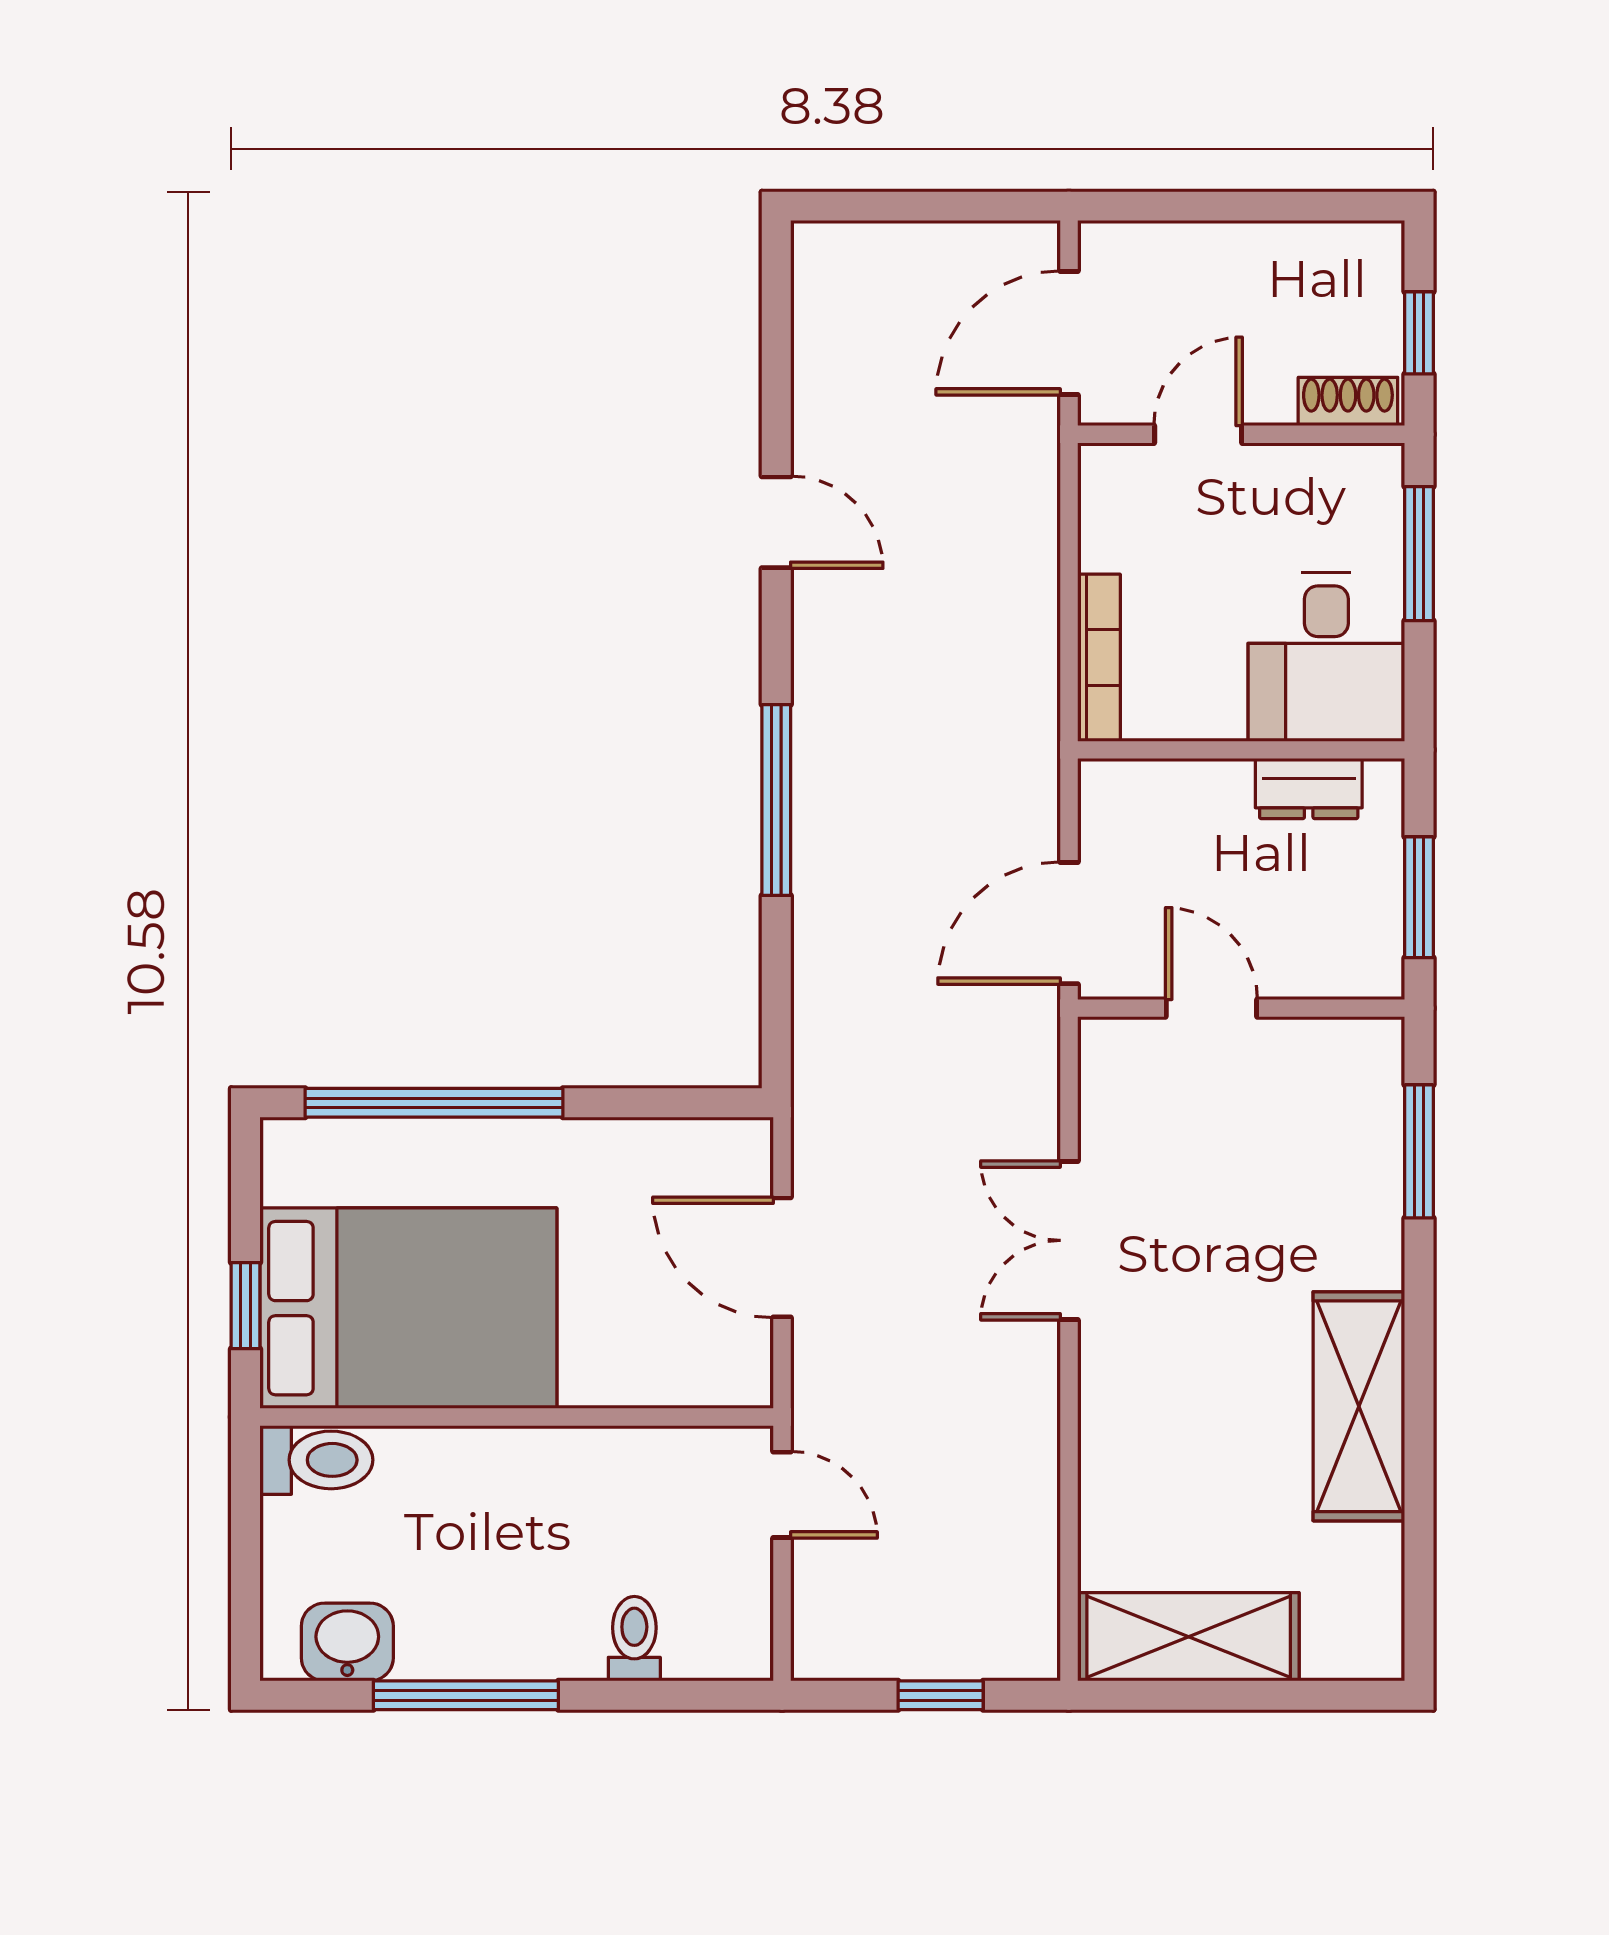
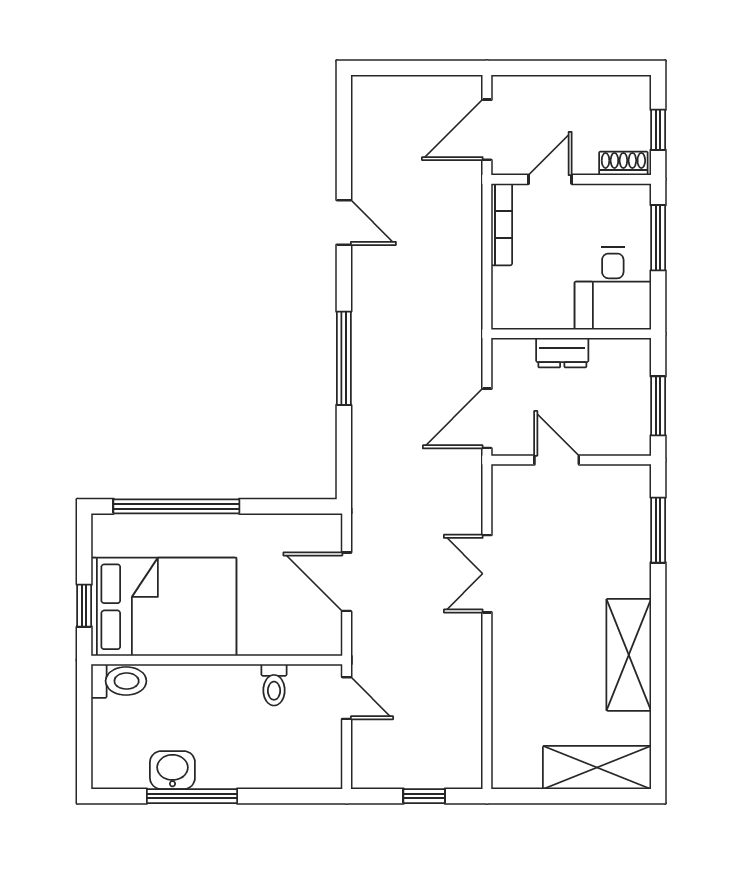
bookcase: (1099, 658) -> (502, 224), moved
dresser: (1309, 789) -> (562, 353), moved
shelving: (1189, 1637) -> (597, 767), moved
toilet: (634, 1639) -> (274, 685), moved, turned 180
washbasin: (347, 1642) -> (172, 770), moved

